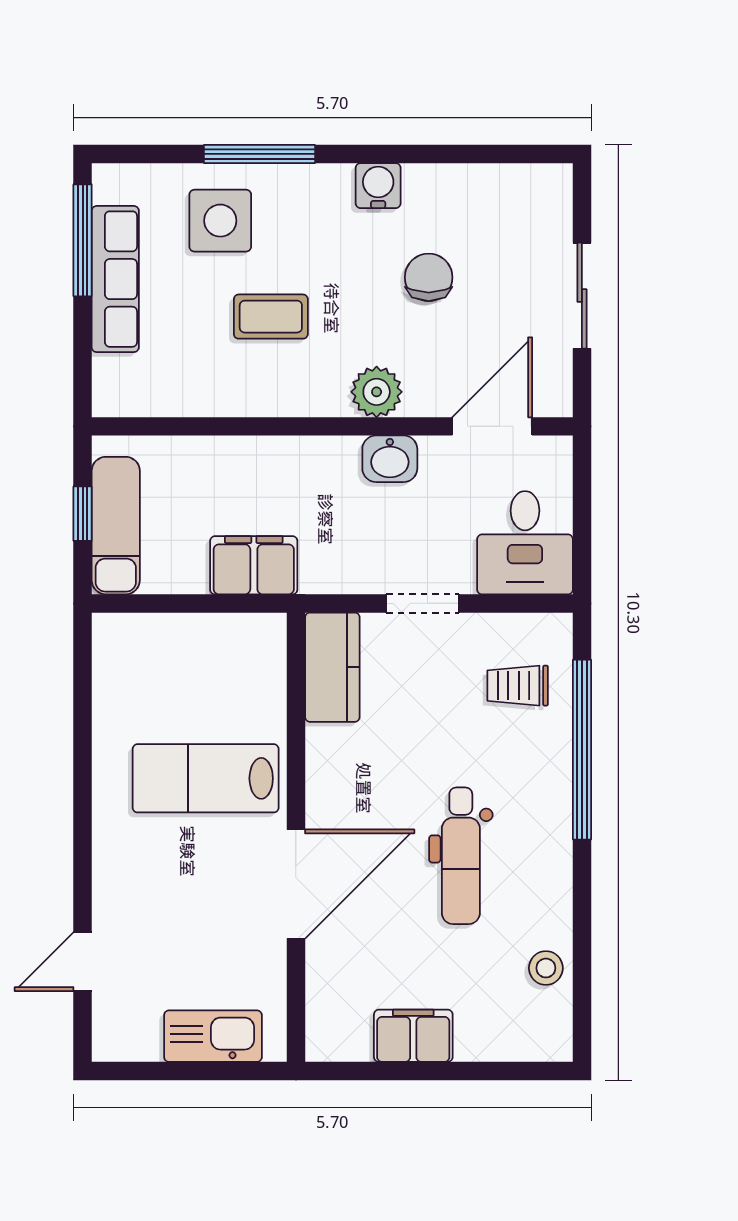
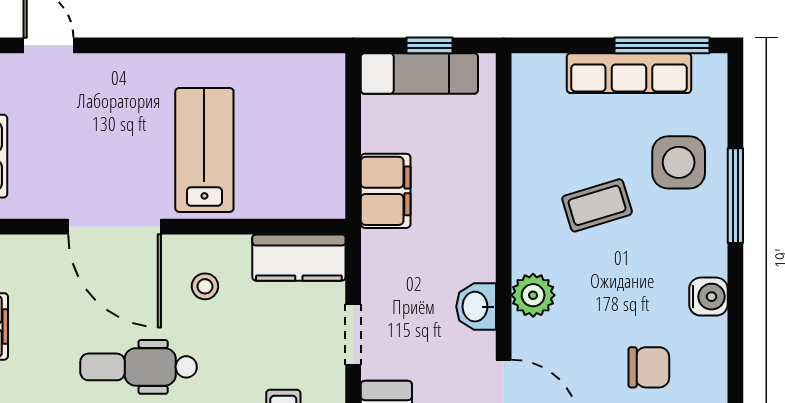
chair: (429, 277) -> (649, 367), moved
coffee table: (271, 317) -> (597, 205), turned 73
stool: (366, 778) -> (205, 286), added

